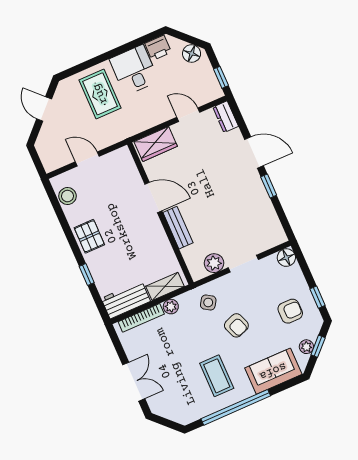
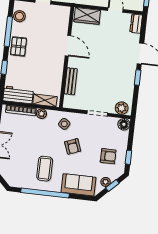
window: (65, 224) -> (8, 31), added
bench: (178, 228) -> (71, 81), moved
plant: (214, 263) -> (122, 108), moved

